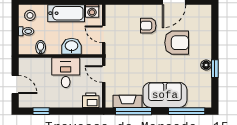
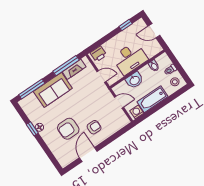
desk: (66, 73) -> (130, 58), width x1.37

